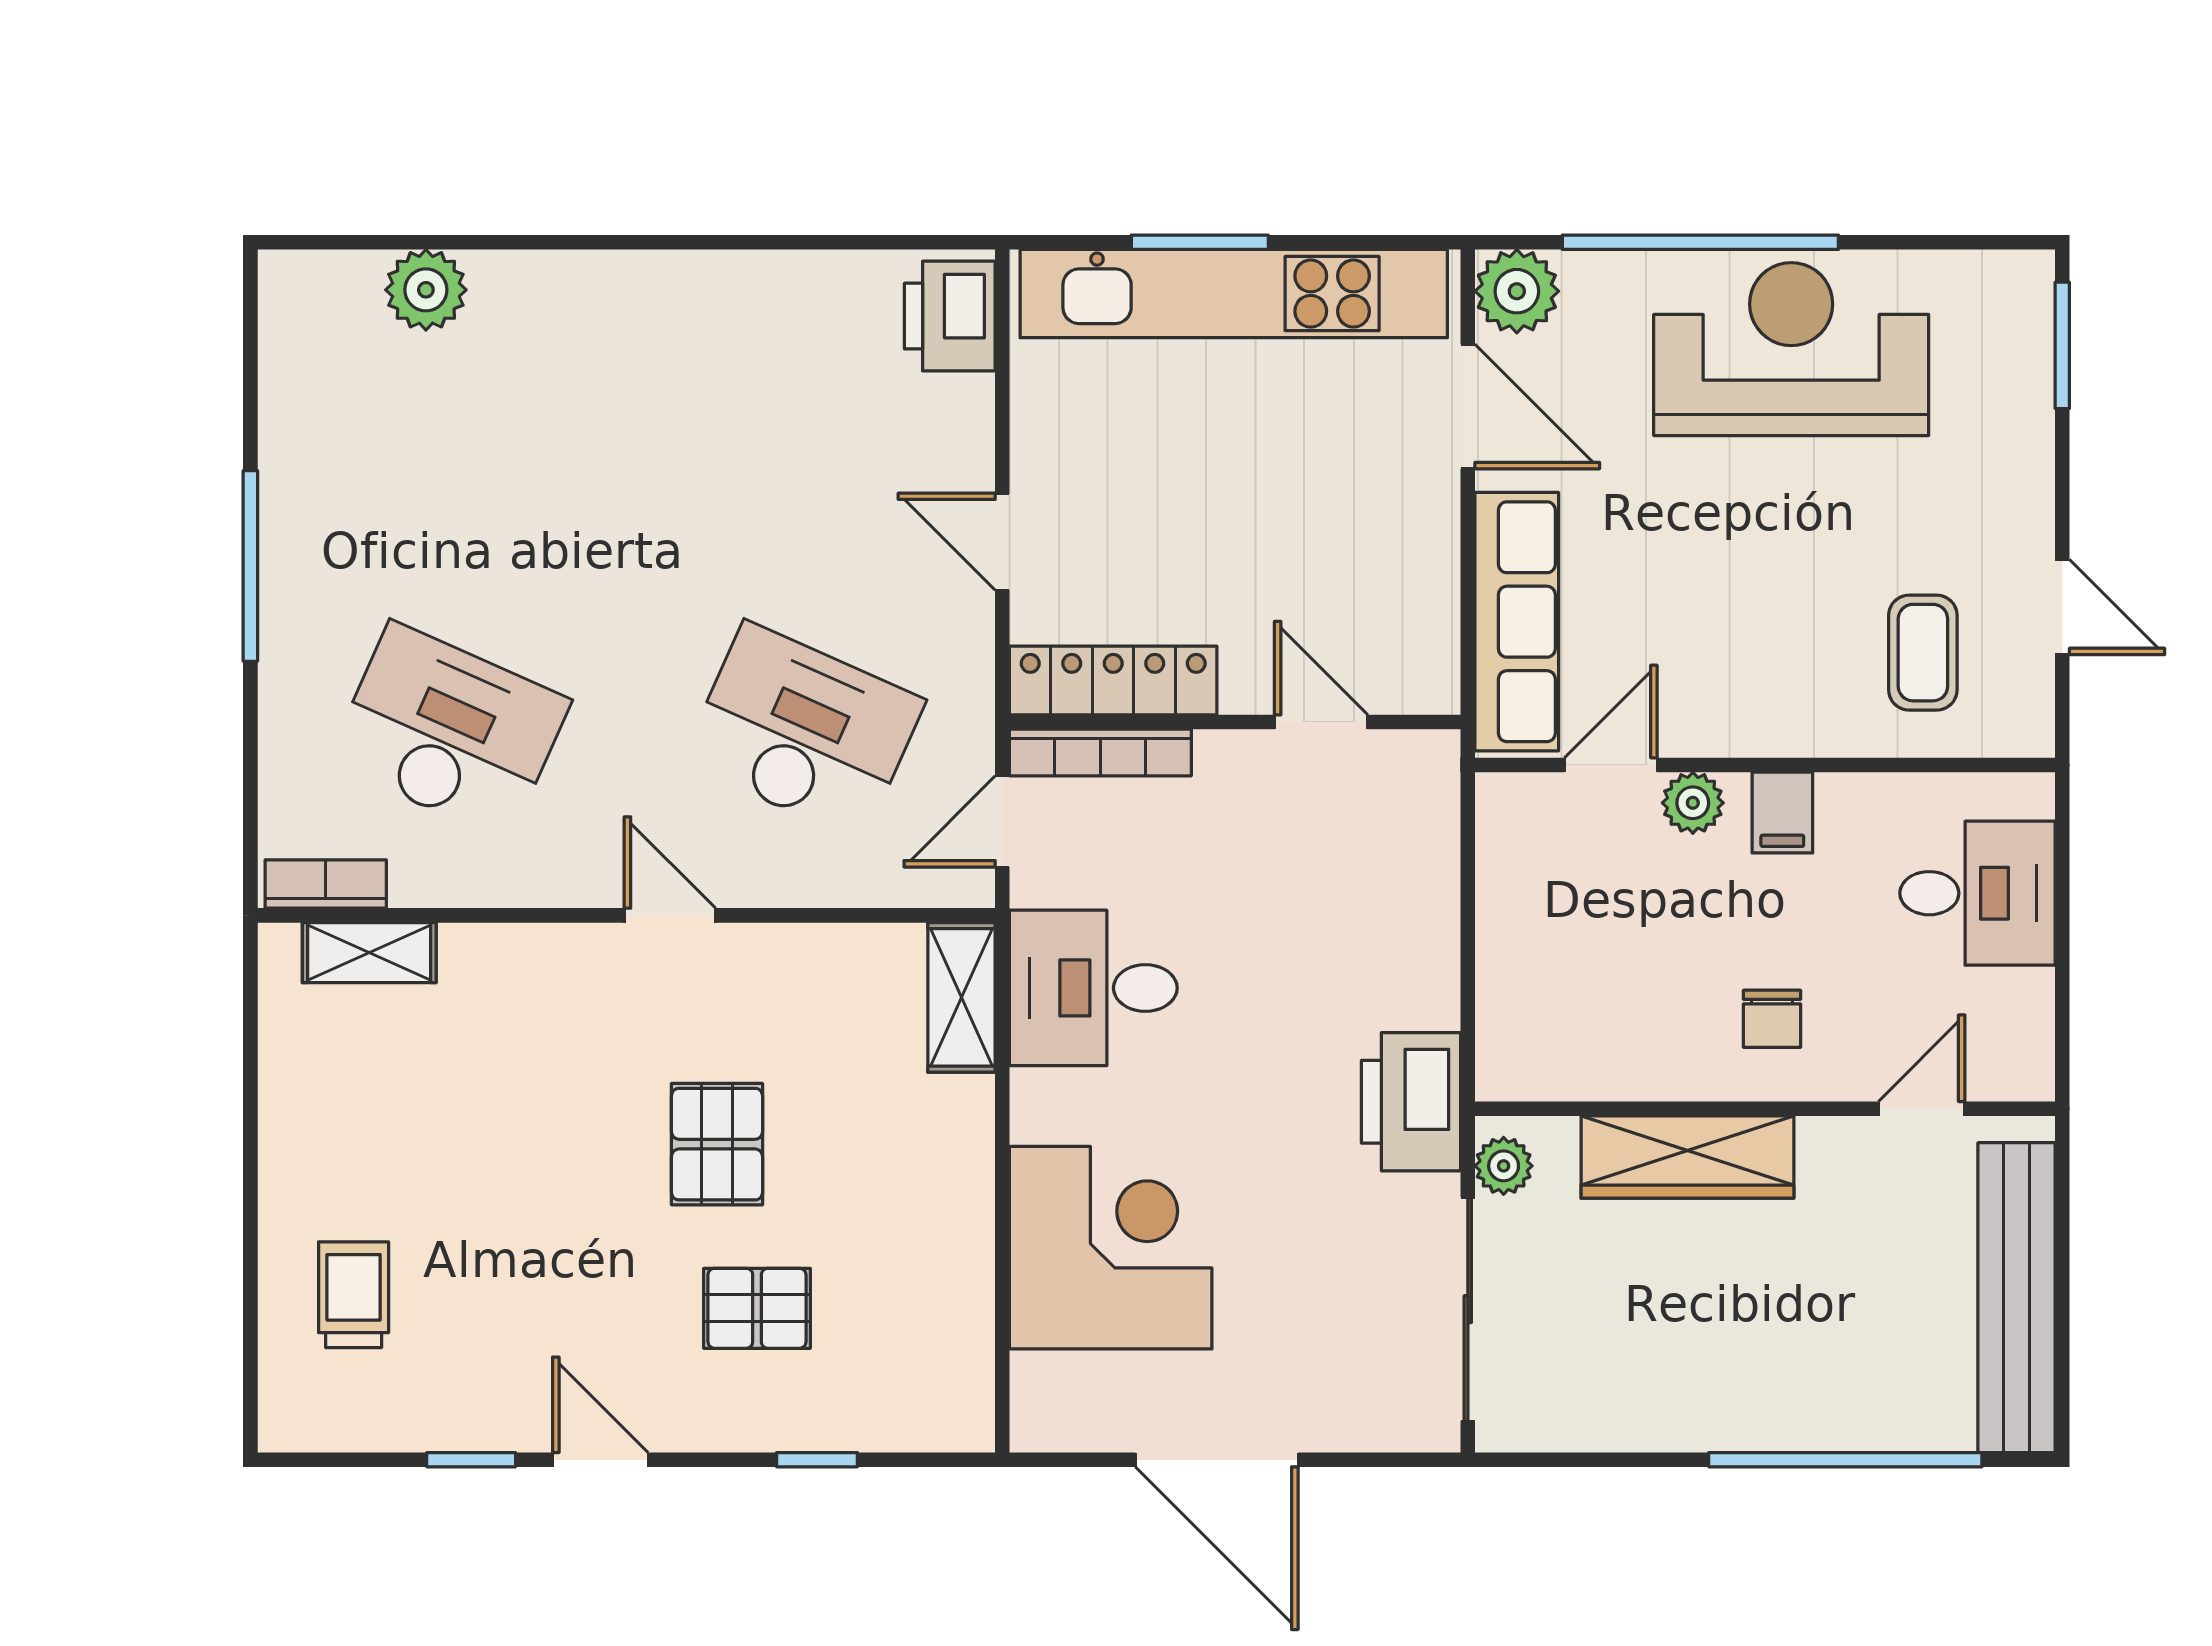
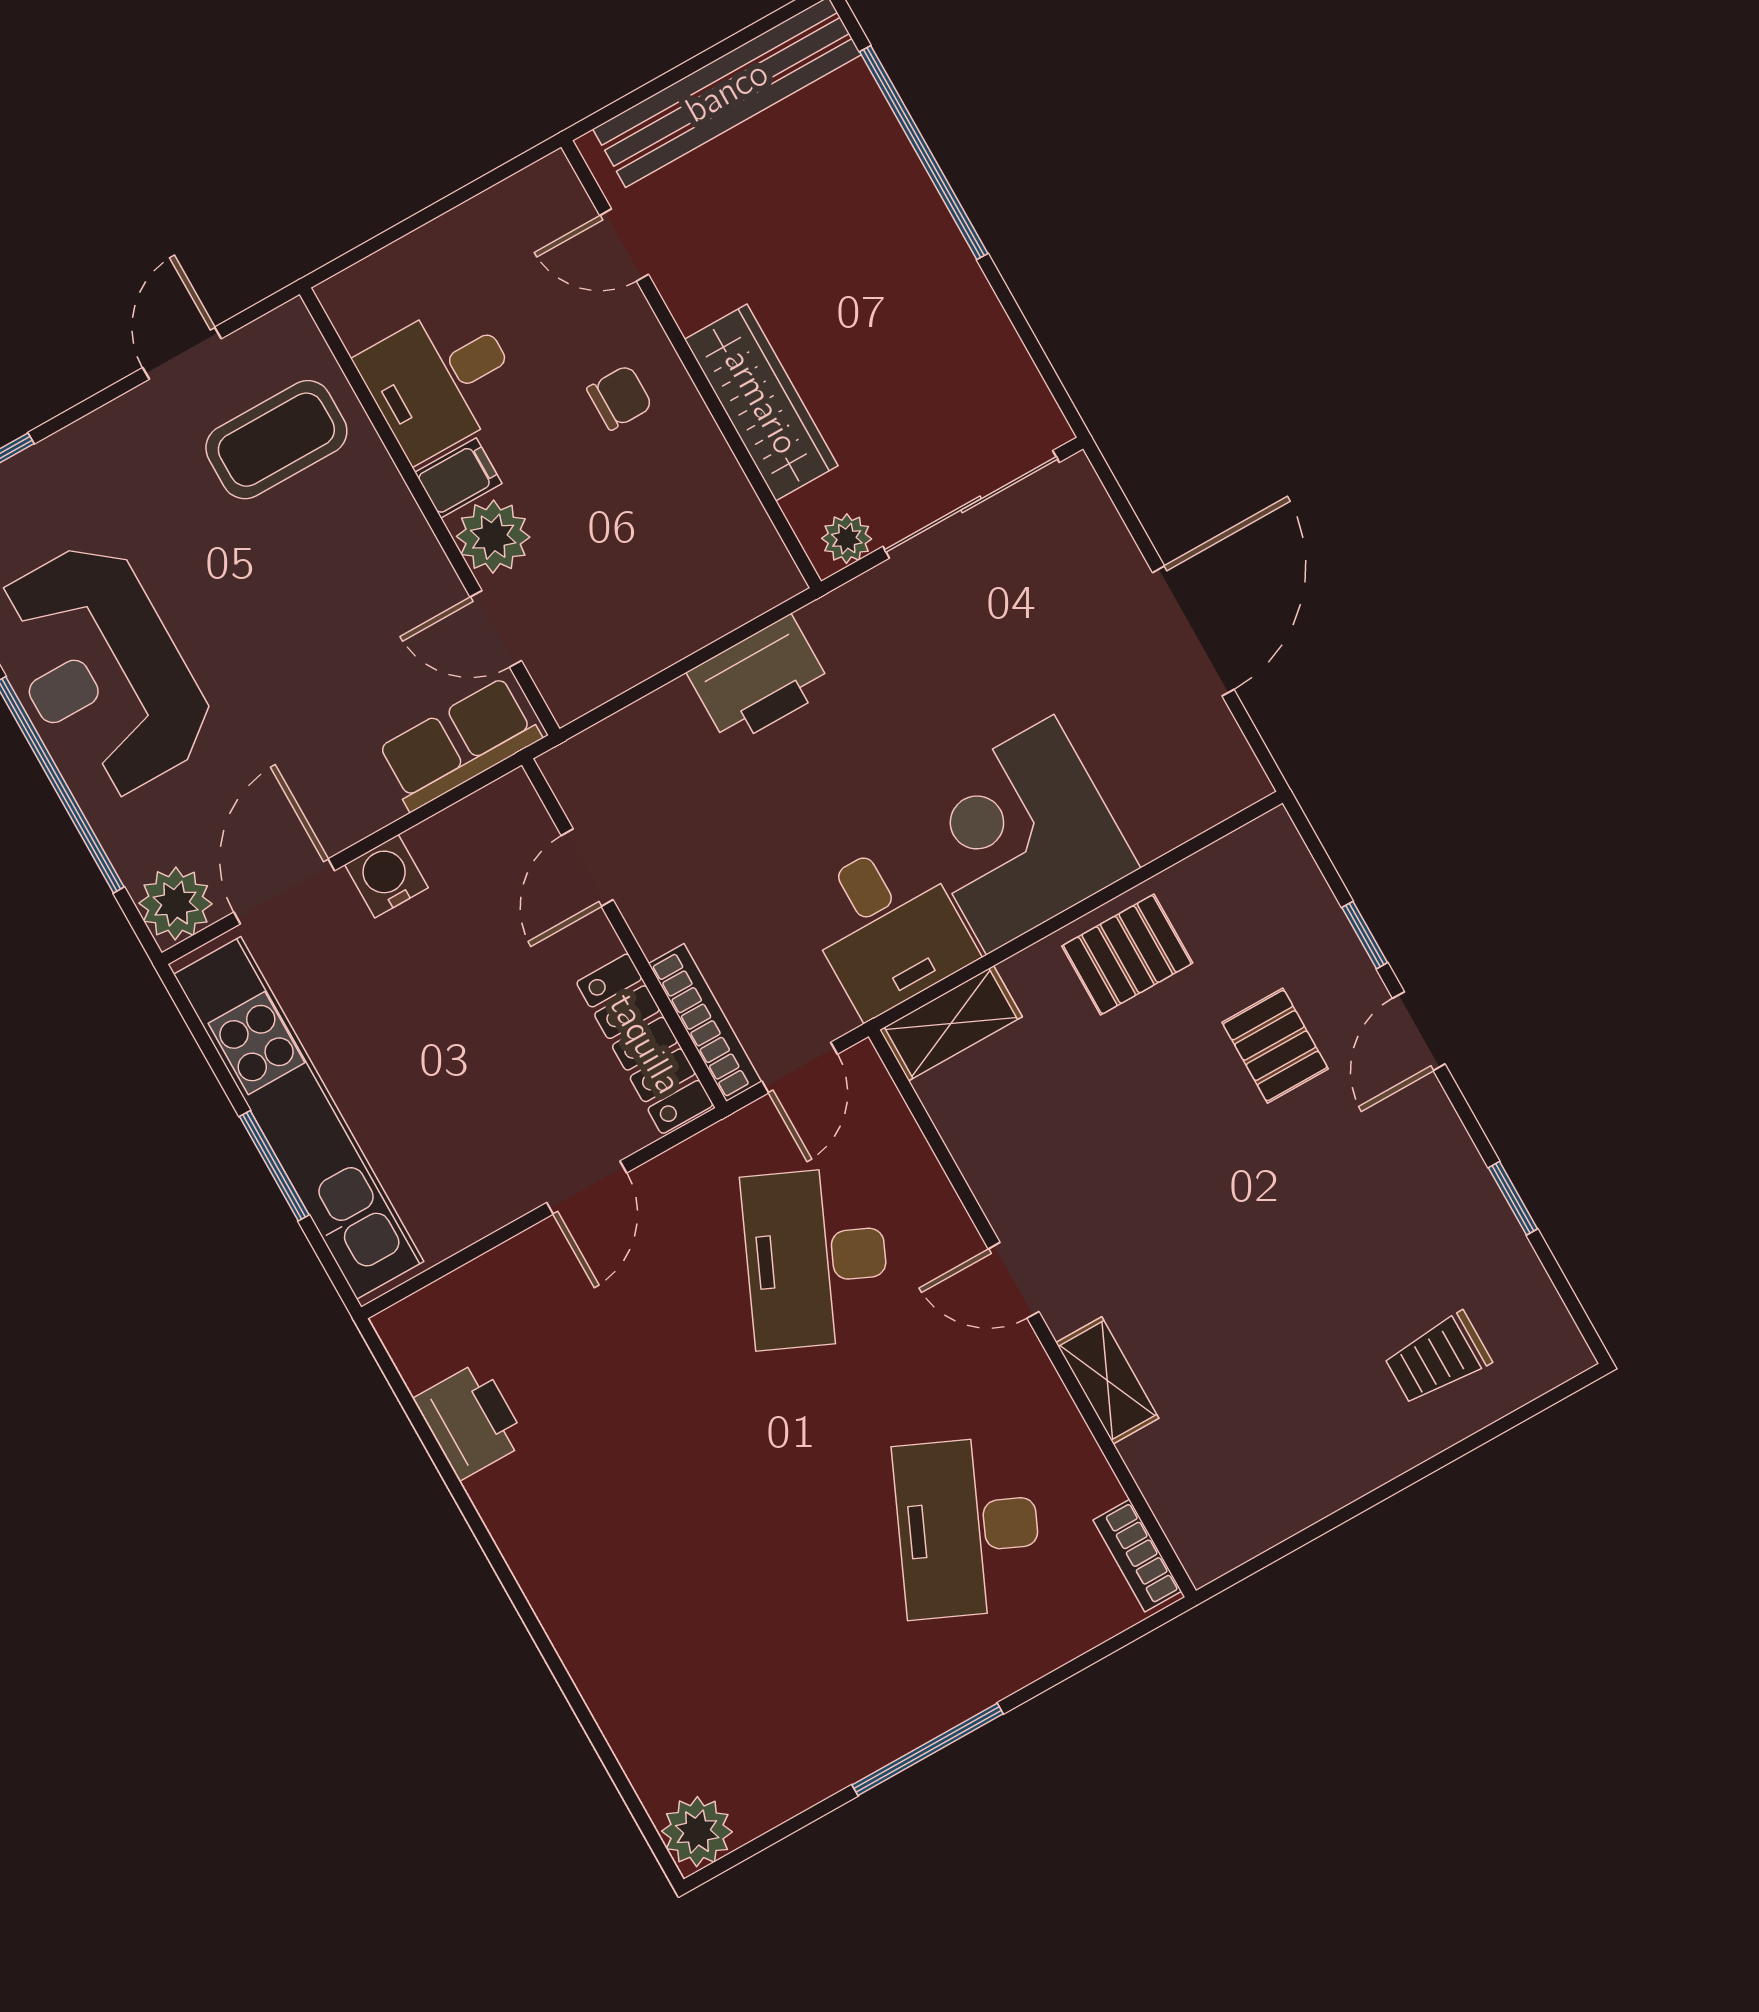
plant: (426, 290) -> (697, 1832), moved
printer: (950, 316) -> (470, 1421), moved, turned -90
water cooler: (1425, 517) -> (386, 876), added
row of seats: (1517, 622) -> (459, 744), width x0.68
coffee table: (1923, 653) -> (276, 440), width x1.36, depth x1.30
plant: (1693, 803) -> (493, 537), width x1.38, depth x1.38
door: (1002, 821) -> (800, 1068), hinge flipped
desk: (1977, 893) -> (440, 380), moved, turned -90
door: (670, 915) -> (1014, 1280), hinge flipped
shelving: (369, 953) -> (1107, 1380), moved
printer: (1411, 1102) -> (760, 680), moved
pallet: (717, 1144) -> (1127, 955), moved
corner desk: (1111, 1248) -> (1020, 835), moved
door: (600, 1460) -> (1419, 1031), moved

